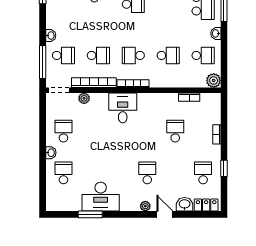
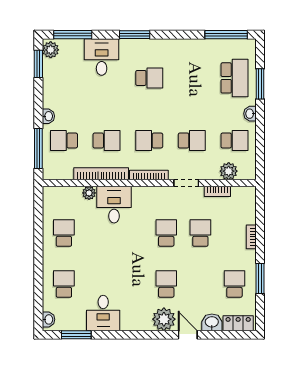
school desk: (63, 55) -> (64, 141), turned 180
plant: (214, 80) -> (229, 171), moved
doorway: (59, 90) -> (186, 183), moved
desk: (123, 108) -> (114, 205), moved
school desk: (147, 131) -> (166, 233), added
washbasin: (51, 153) -> (48, 319), moved
window: (224, 168) -> (260, 278), width x1.50
desk: (101, 197) -> (103, 313), width x0.73
plant: (145, 206) -> (164, 319), width x1.87, depth x1.87
window: (90, 214) -> (76, 335), moved

